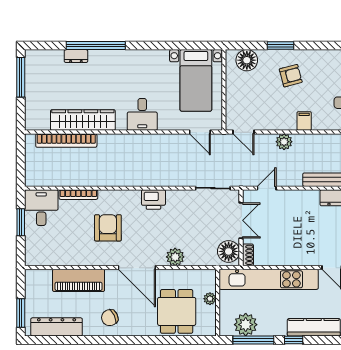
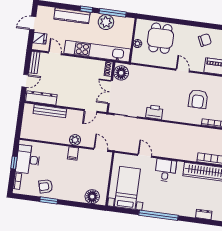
window: (96, 46) -> (158, 215), moved
window: (281, 46) -> (49, 200), moved
armchair: (291, 76) -> (46, 186), moved
filing cabinet: (304, 121) -> (73, 153), moved
door: (200, 132) -> (145, 156), moved
printer: (153, 200) -> (154, 112), moved
plant: (175, 257) -> (157, 74), removed
door: (137, 268) -> (183, 71), width x0.53
plant: (246, 325) -> (106, 22), moved

